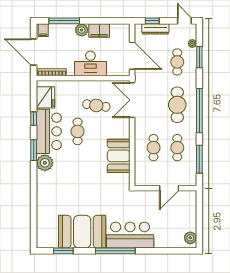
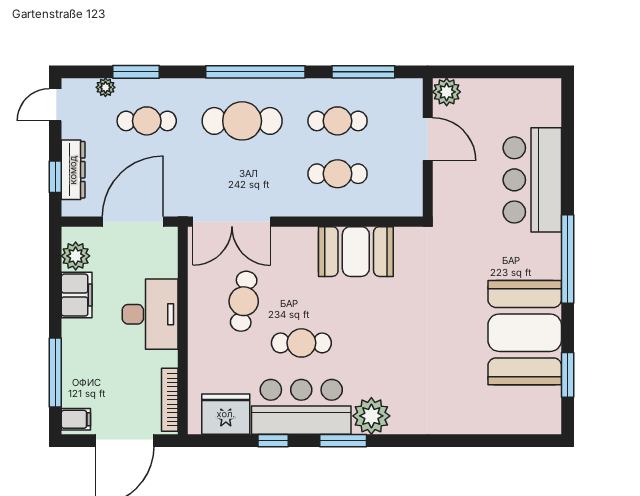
plant: (82, 30) -> (76, 256), moved
bar counter: (130, 235) -> (532, 180), moved
plant: (190, 238) -> (447, 92), moved

